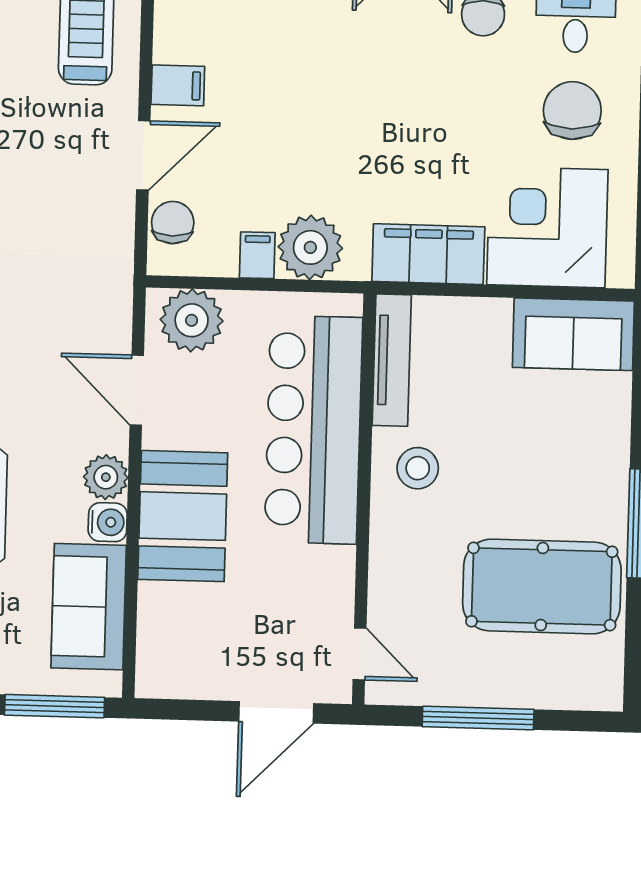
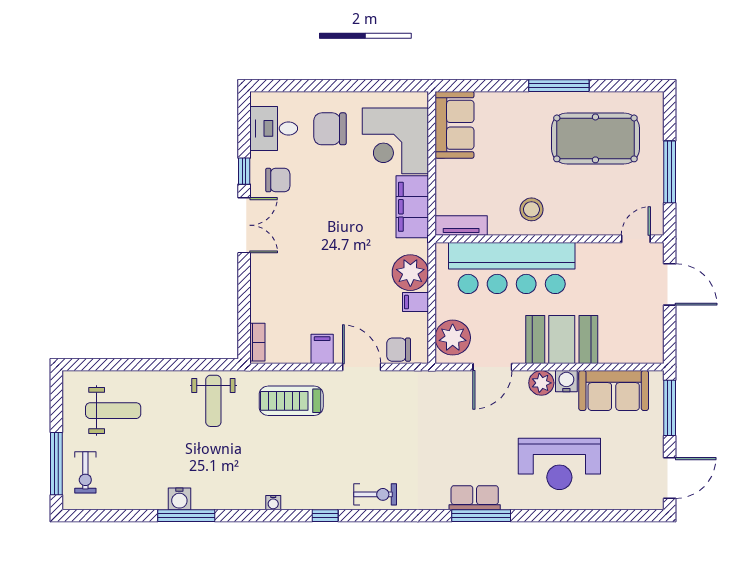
tv unit: (392, 360) -> (461, 226), width x0.71
pool table: (542, 587) -> (595, 138), turned 90

